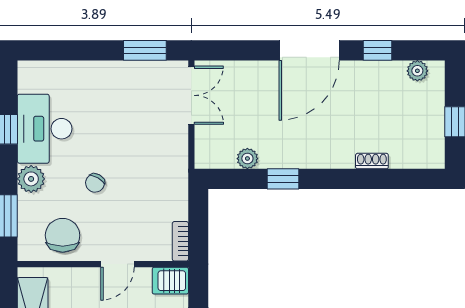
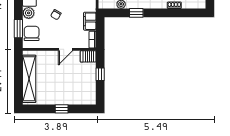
filing cabinet: (174, 198) -> (90, 21), added
chair: (63, 235) -> (32, 33), moved

